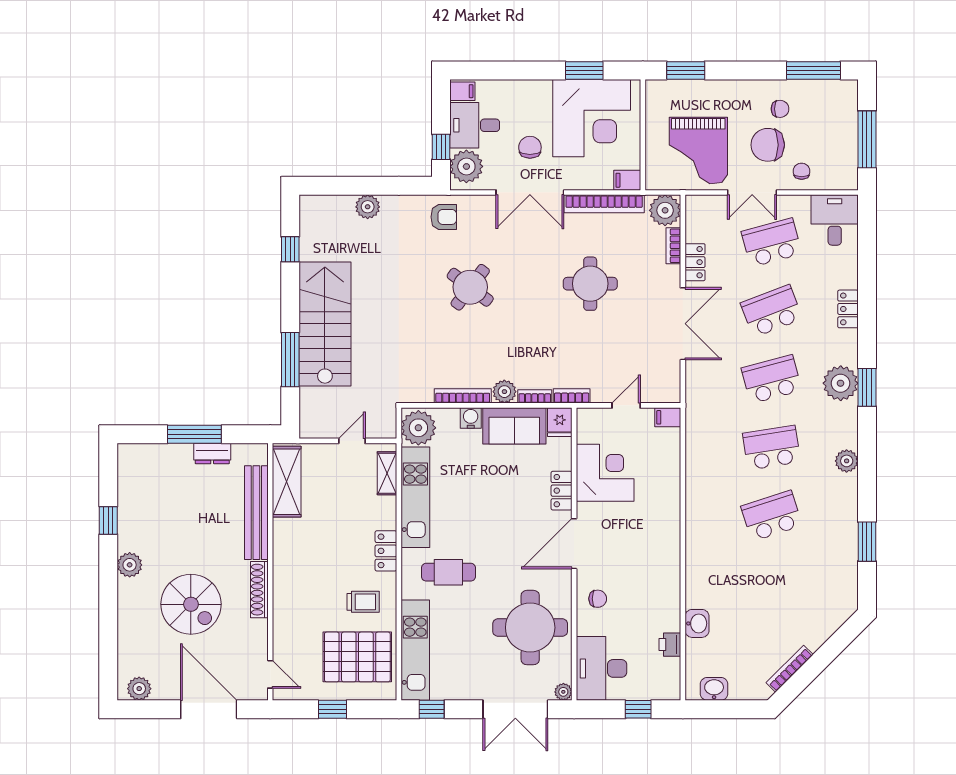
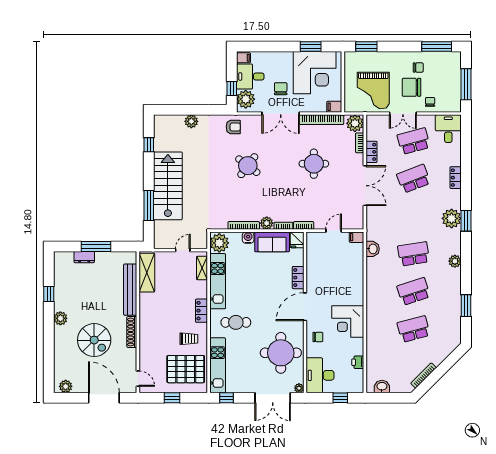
school desk: (772, 379) -> (414, 329), moved
dresser: (212, 453) -> (84, 257), moved
corner desk: (605, 473) -> (348, 321), moved, turned 180
washbasin: (697, 623) -> (373, 249), moved

